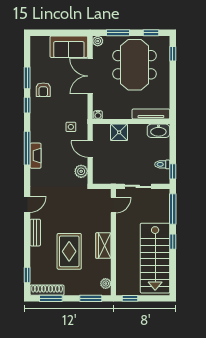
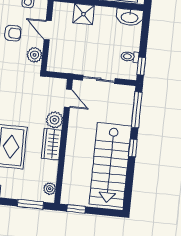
armchair: (61, 155) -> (13, 33), added
door: (113, 205) -> (68, 98), hinge flipped
plant: (104, 225) -> (55, 120), added

